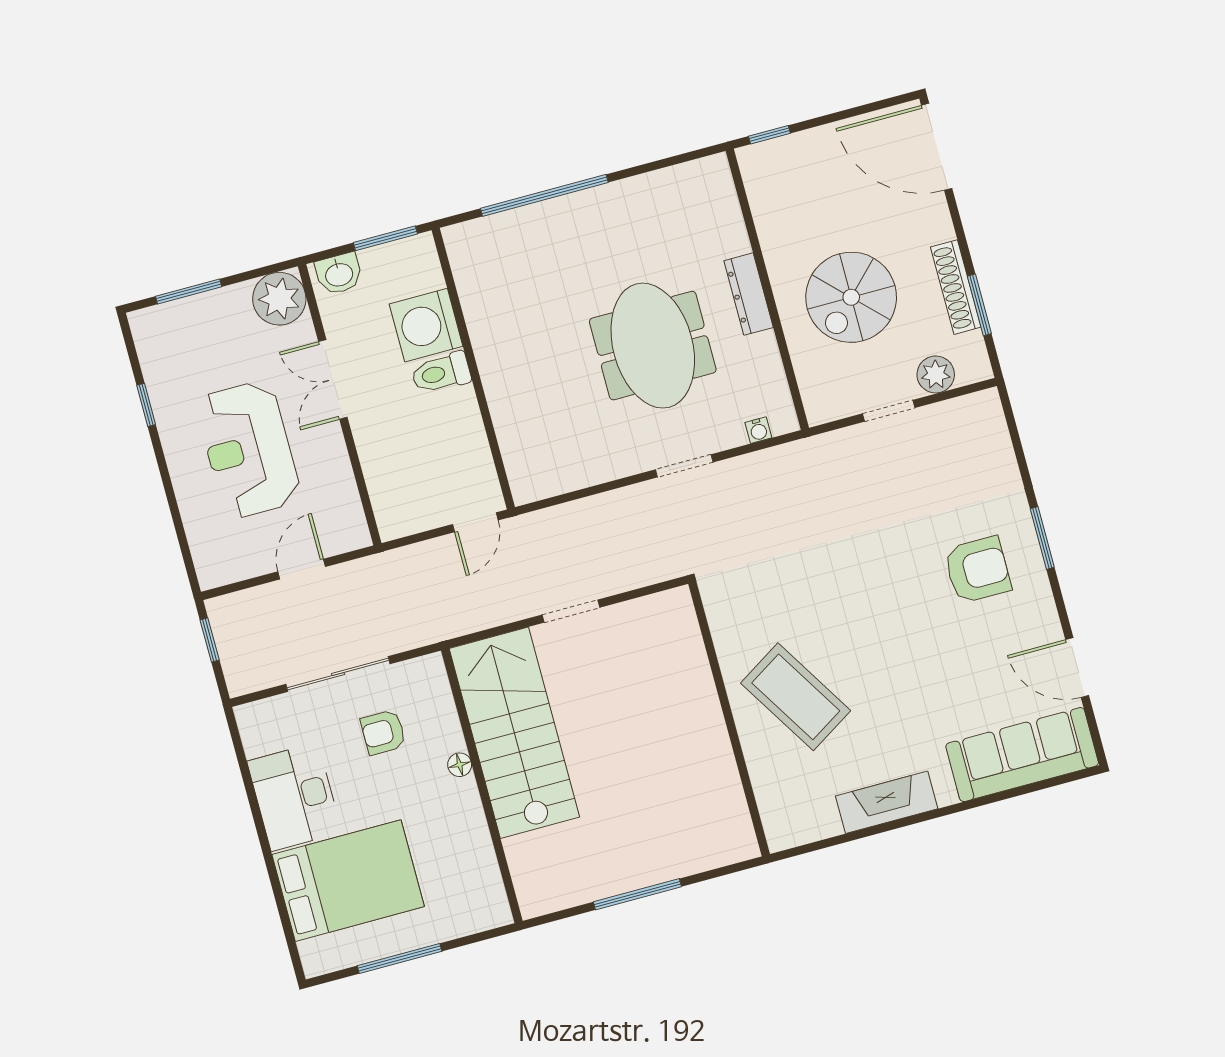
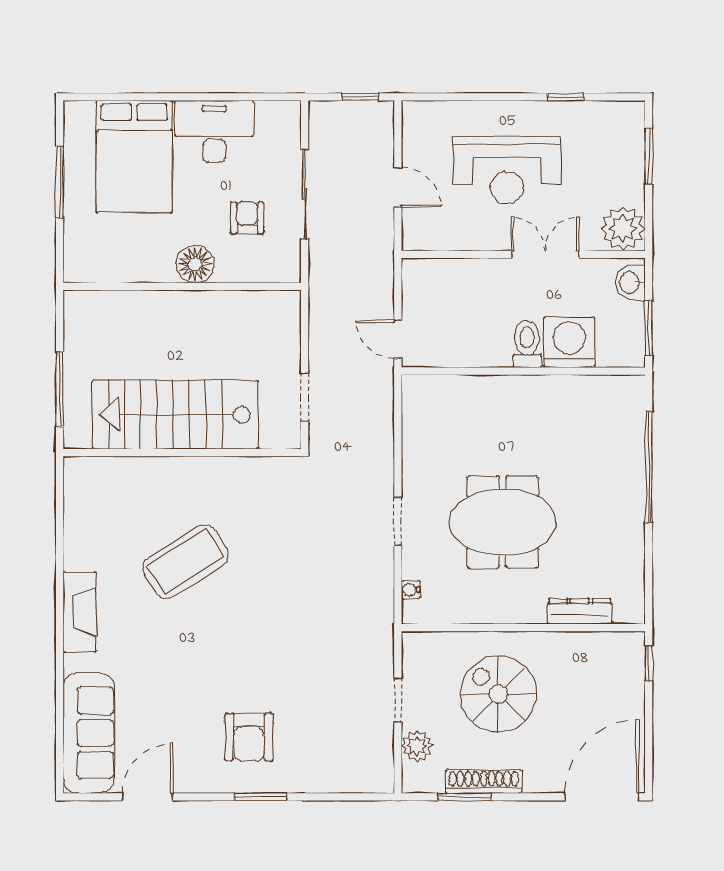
dresser: (749, 294) -> (580, 611), moved
reception desk: (248, 450) -> (507, 170), turned 180
wall: (729, 719) -> (182, 453), moved
stairs: (514, 733) -> (175, 415), moved, turned 180
floor lamp: (460, 765) -> (195, 264), width x1.89, depth x1.89

